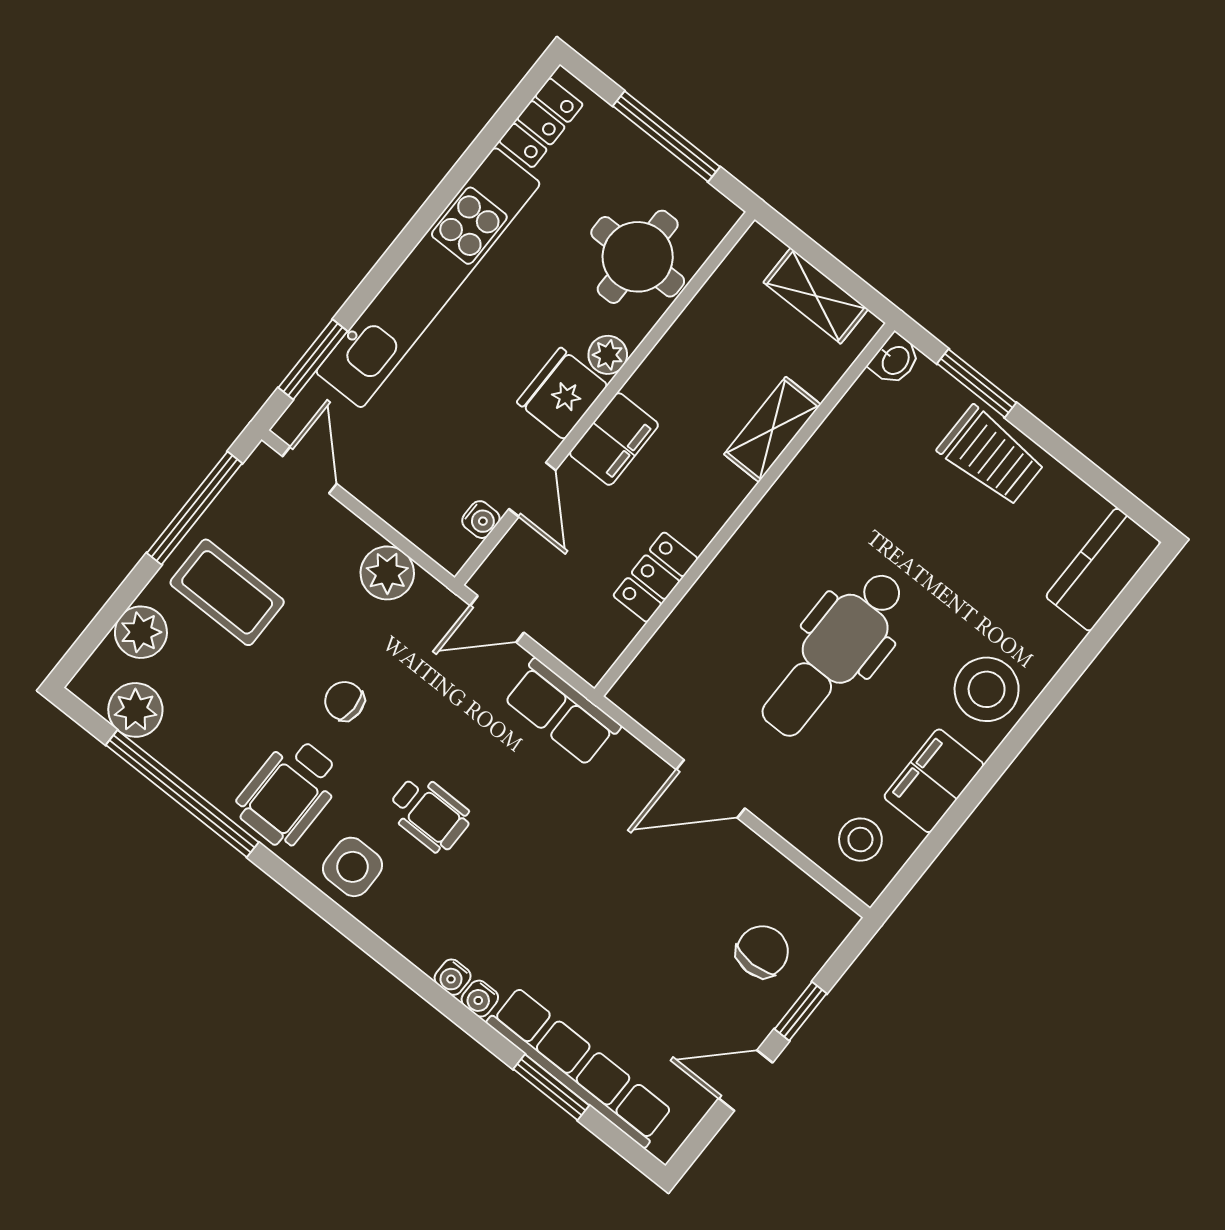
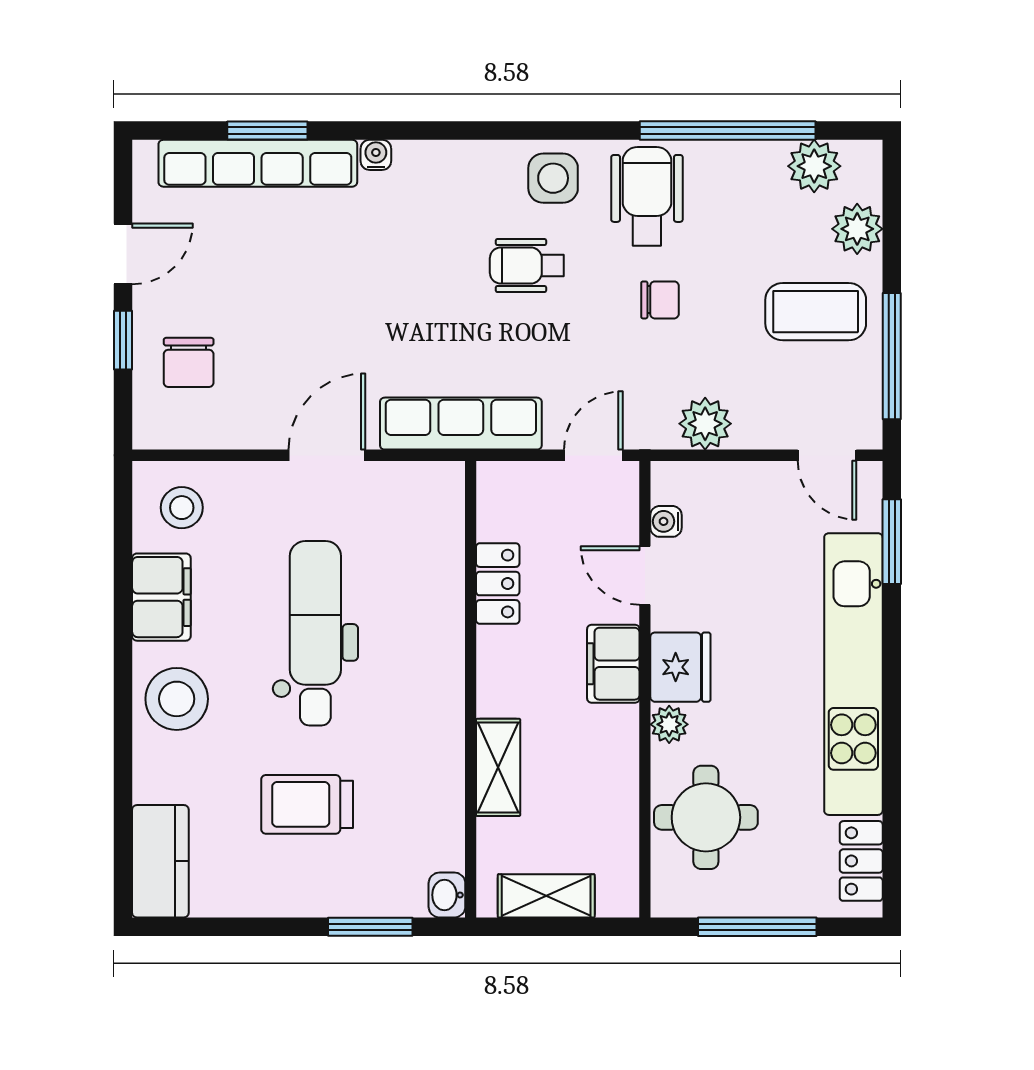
trolley: (991, 456) -> (307, 804), moved
row of seats: (562, 712) -> (461, 424), width x1.48
water cooler: (453, 977) -> (410, 155), removed

